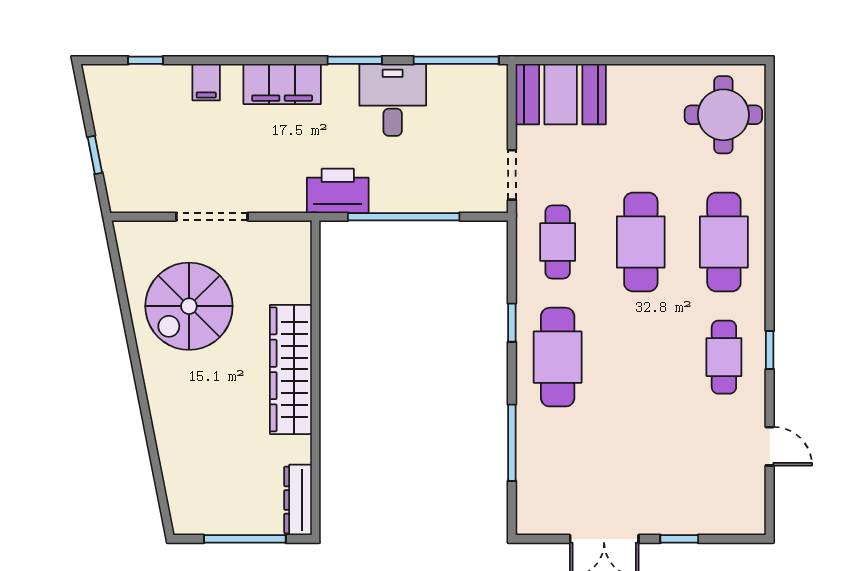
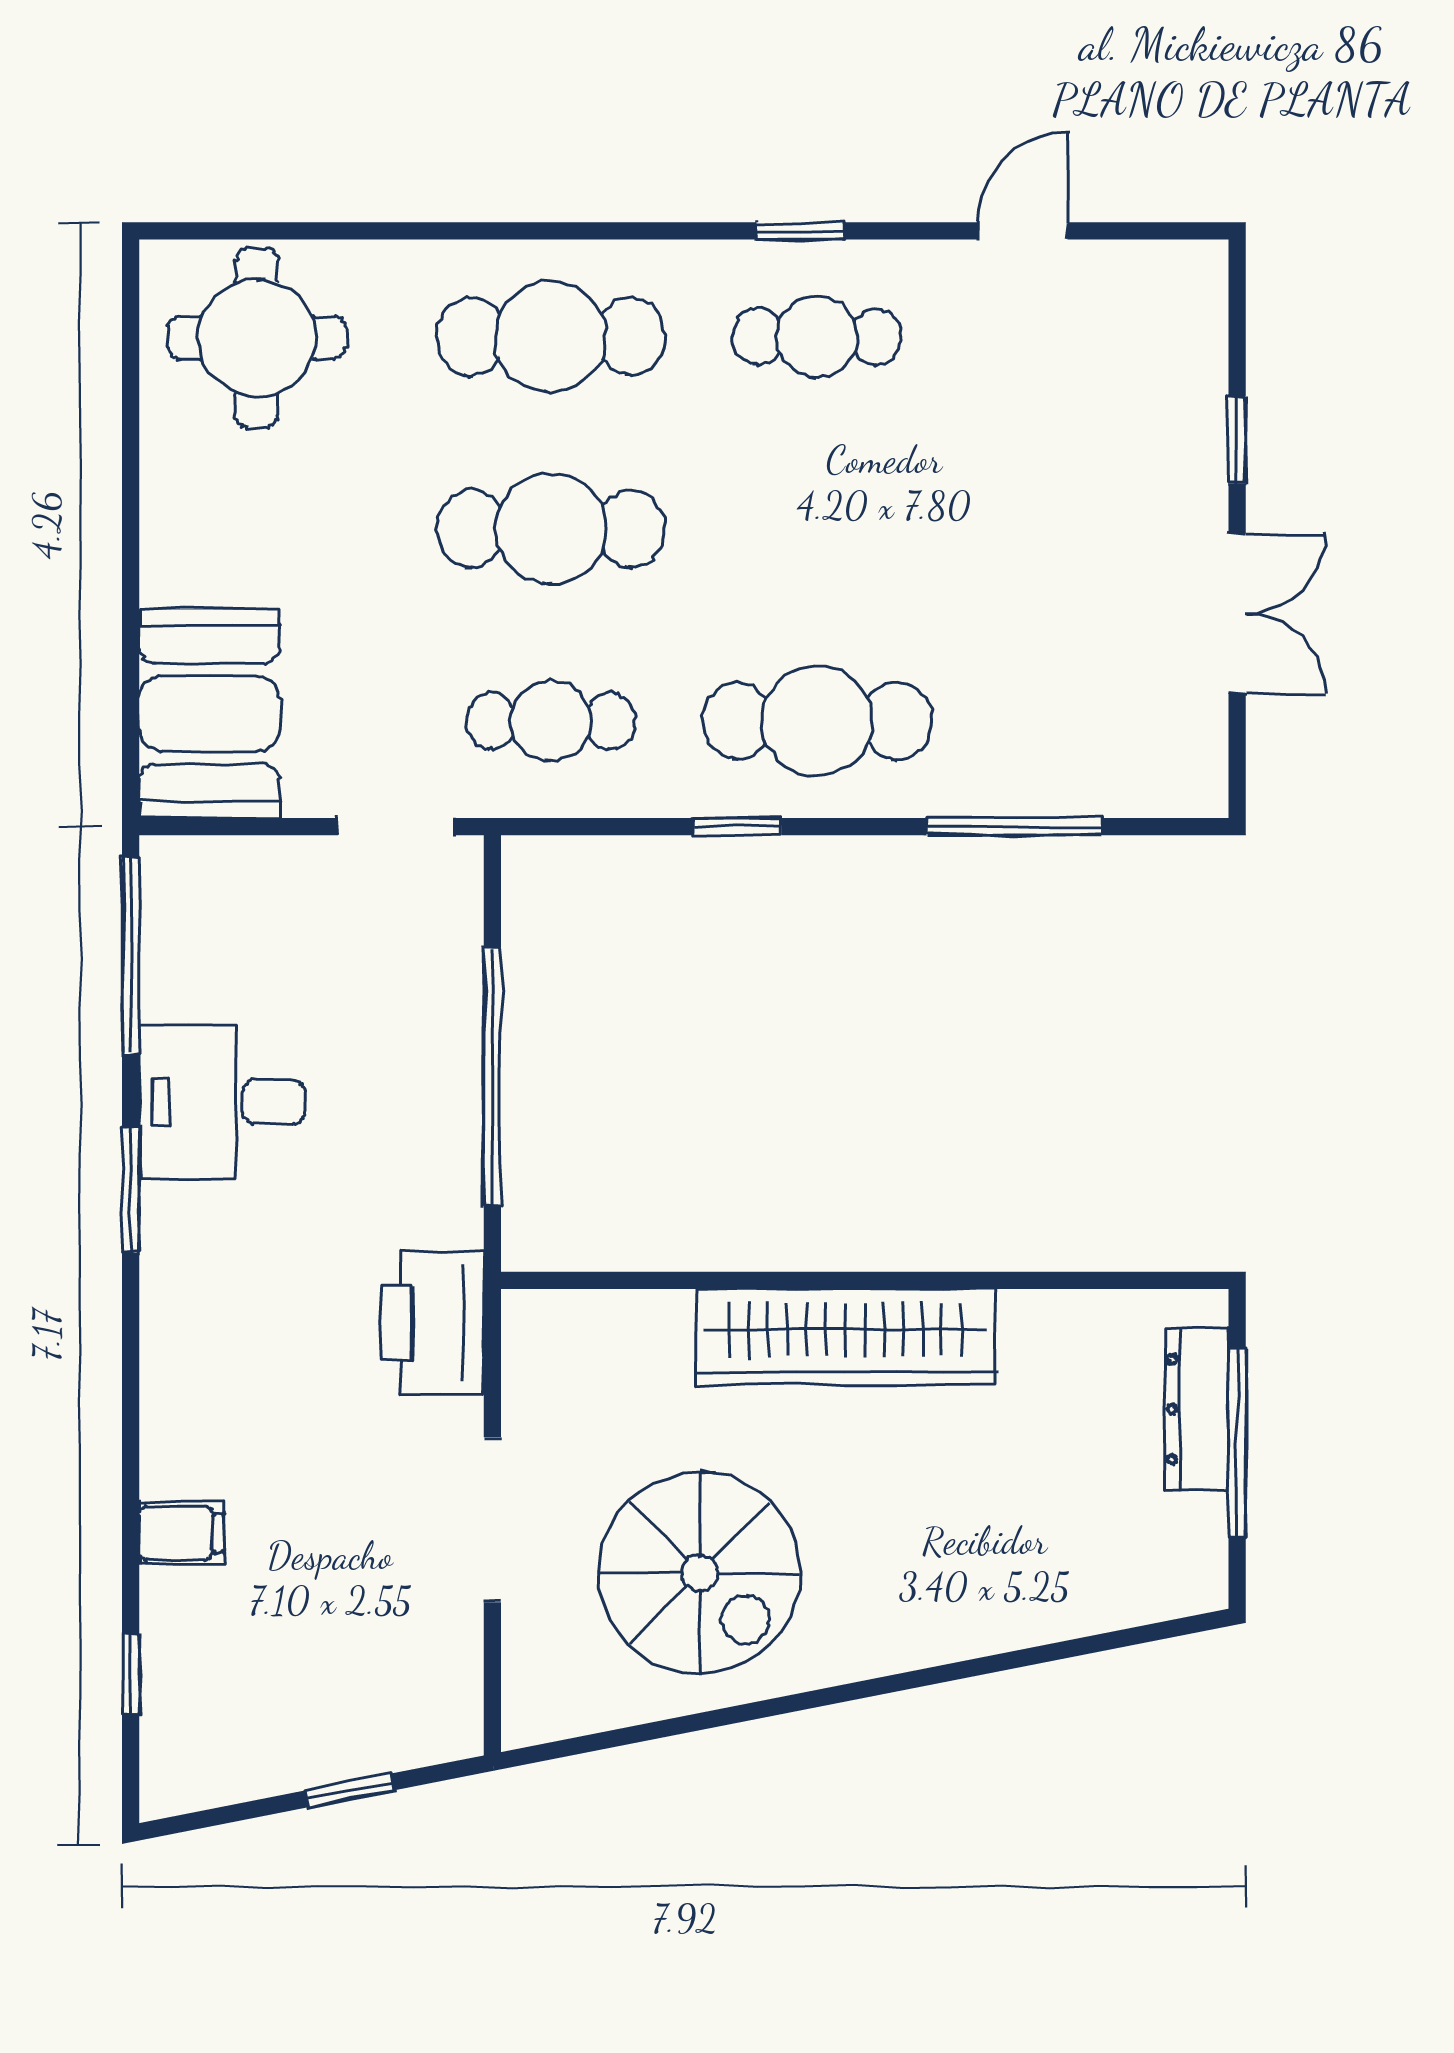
filing cabinet: (282, 84) -> (186, 1358), removed
printer: (338, 191) -> (433, 1323), moved
dresser: (298, 500) -> (1197, 1409), moved, turned 90

